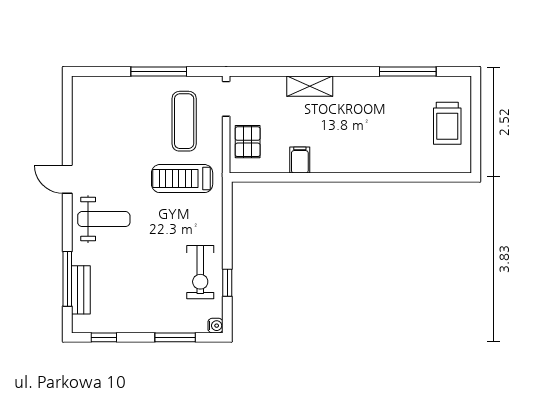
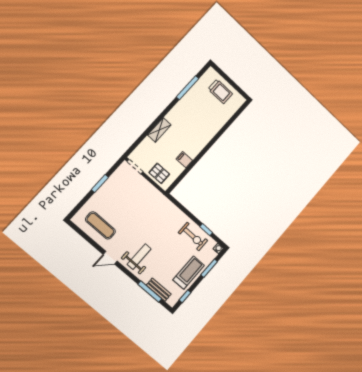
window: (159, 72) -> (100, 183), width x0.69
exercise mat: (184, 121) -> (100, 225), moved
treadmill: (182, 179) -> (189, 273), moved, turned 180

